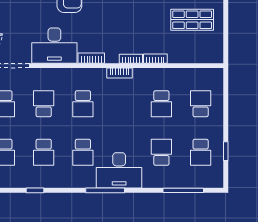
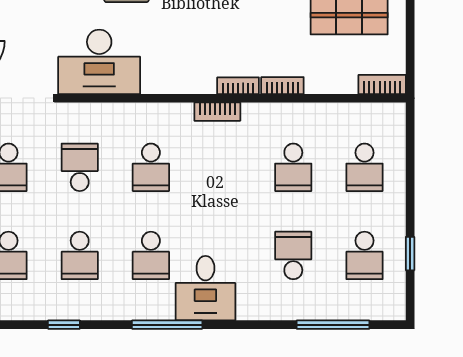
bookcase: (91, 58) -> (382, 84), moved
school desk: (201, 104) -> (364, 167), turned 180
desk: (119, 170) -> (205, 288), width x0.73
window: (105, 190) -> (167, 325), moved

